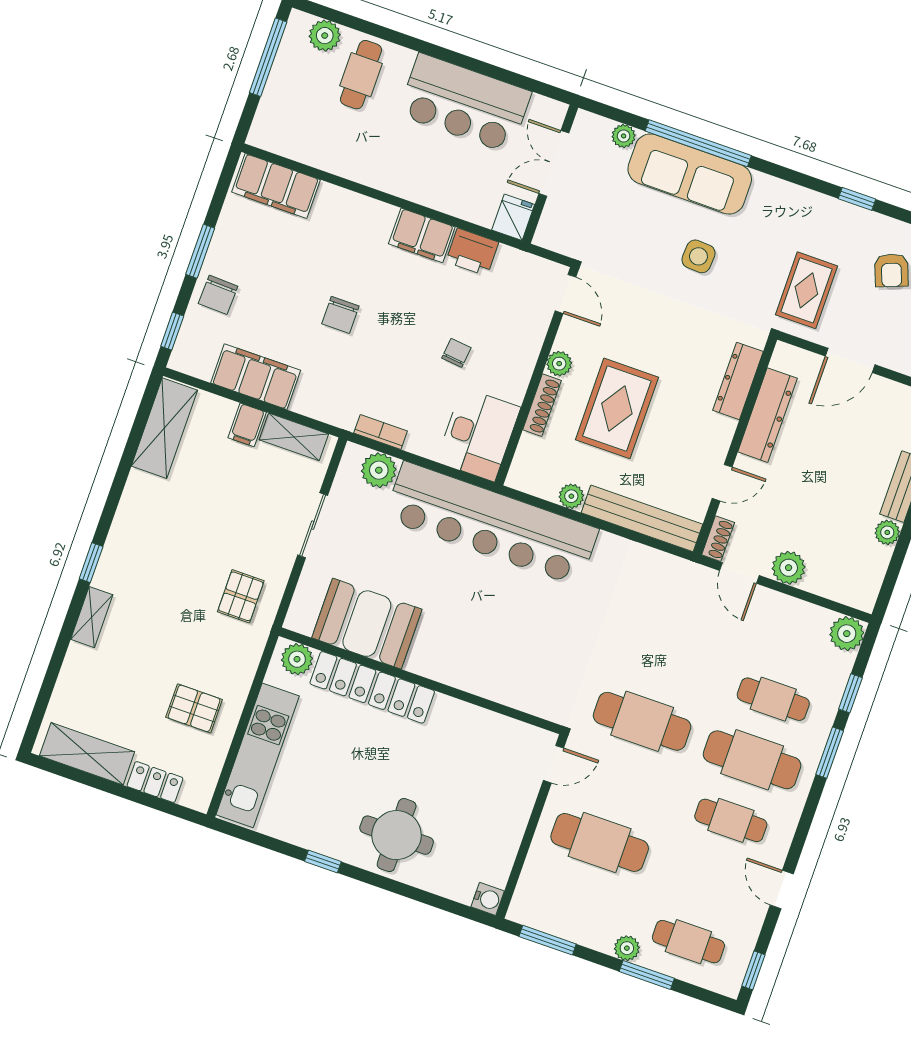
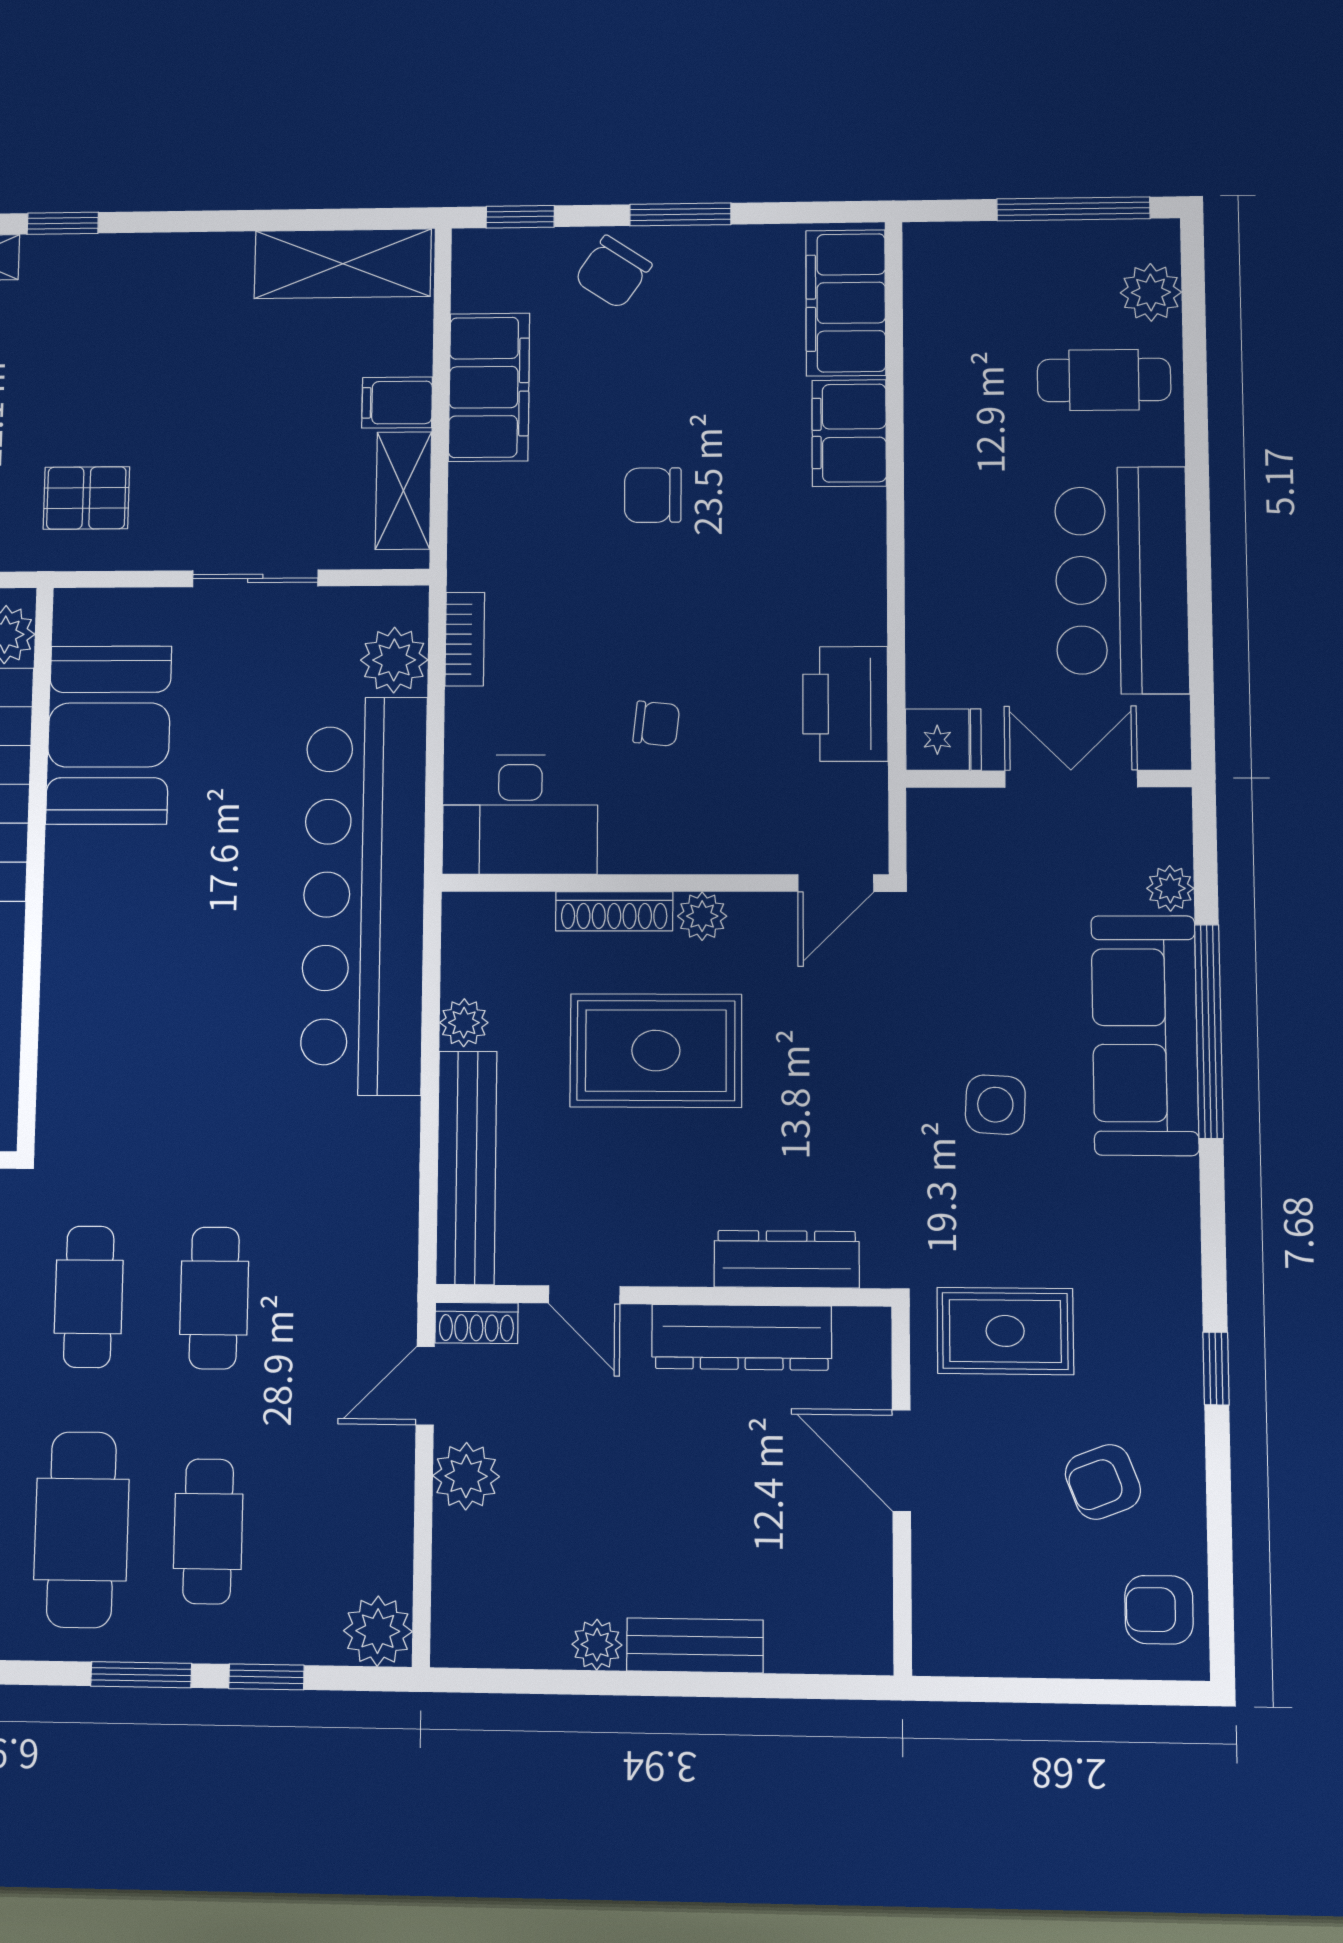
filing cabinet: (422, 235) -> (849, 433), moved
printer: (472, 252) -> (845, 704), width x1.37, depth x1.19
chair: (218, 295) -> (613, 272), turned -58
cafe table: (663, 661) -> (214, 1298), added
cafe table: (642, 721) -> (89, 1297), width x0.73, depth x0.74

